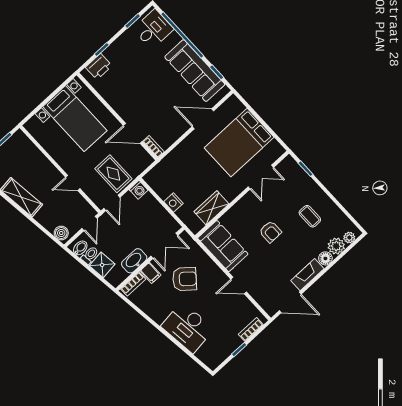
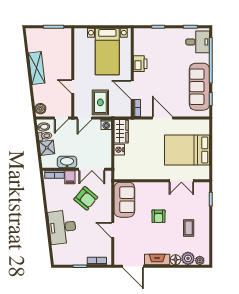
printer: (99, 67) -> (140, 64), moved, turned -90
door: (203, 119) -> (163, 118), moved
wardrobe: (212, 208) -> (121, 131), moved, turned 90

